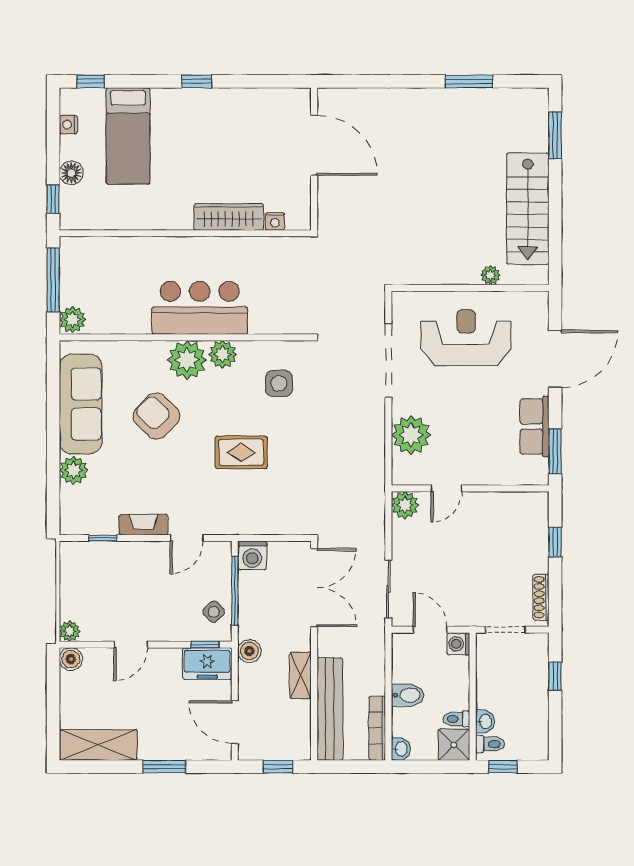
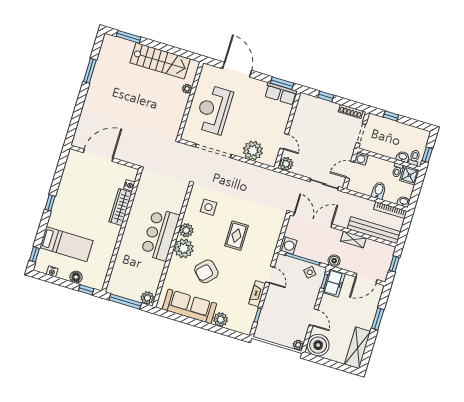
row of seats: (534, 427) -> (281, 94), moved
boiler: (71, 659) -> (318, 345), width x1.86, depth x1.86

